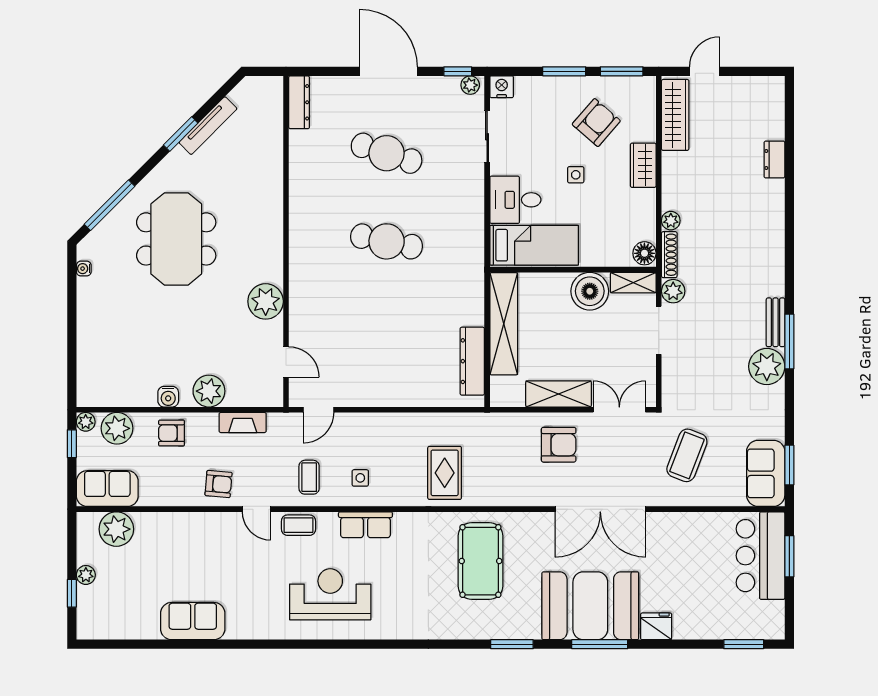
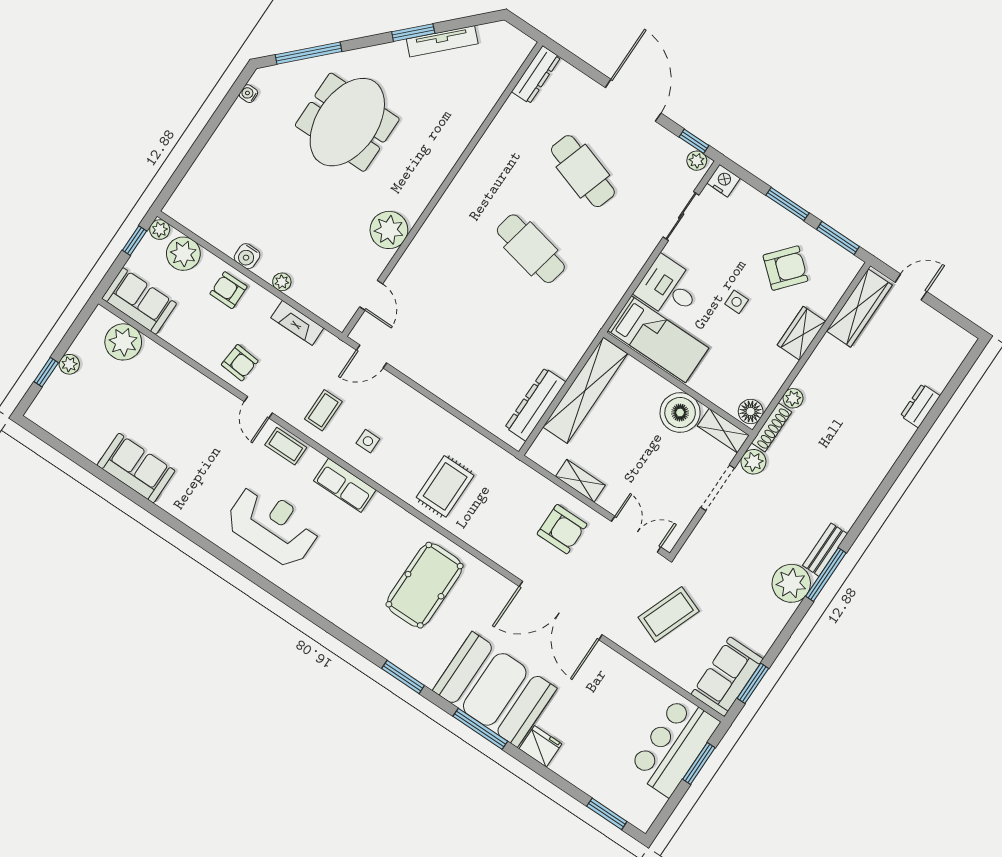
plant: (209, 391) -> (282, 282), width x0.53, depth x0.53
shelving: (559, 394) -> (580, 481), width x0.67, depth x0.75

